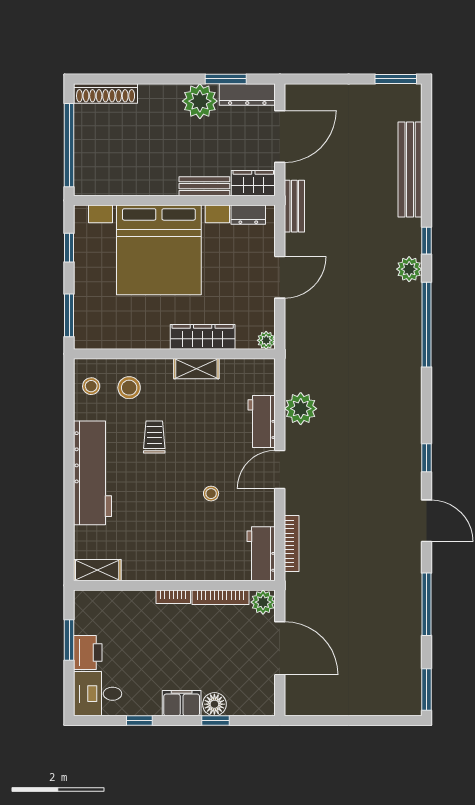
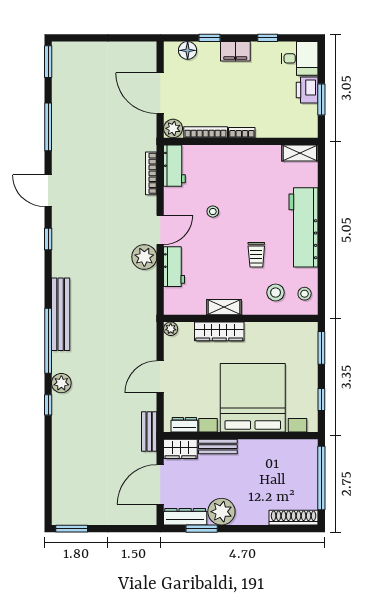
bench: (410, 169) -> (61, 314), moved
plant: (301, 409) -> (144, 257), moved
floor lamp: (214, 704) -> (188, 50), moved

